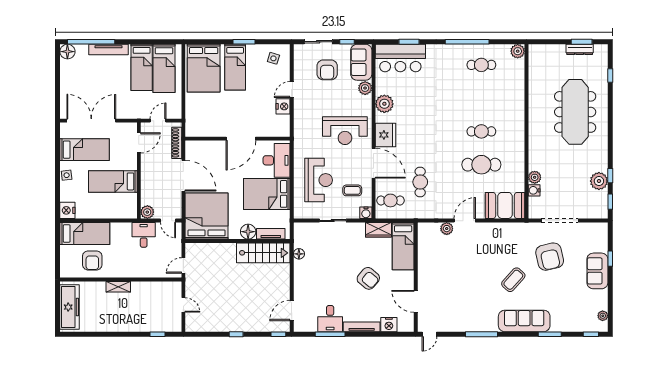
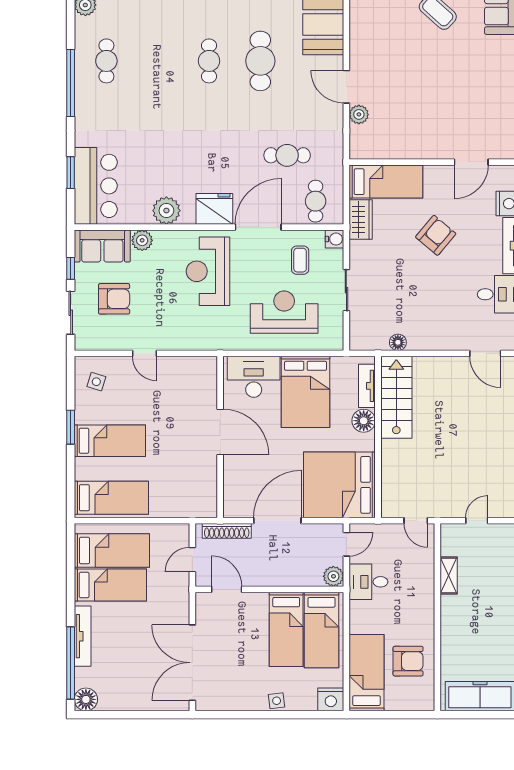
bed: (204, 68) -> (111, 498), width x0.67
nightstand: (283, 106) -> (170, 367), removed
door: (158, 121) -> (192, 560), hinge flipped
reception desk: (345, 131) -> (208, 271), turned 180
bed: (85, 150) -> (321, 630), moved, turned 180
shelving: (118, 287) -> (449, 576), moved

